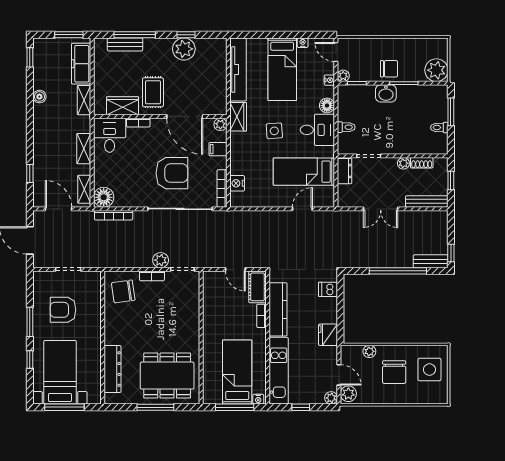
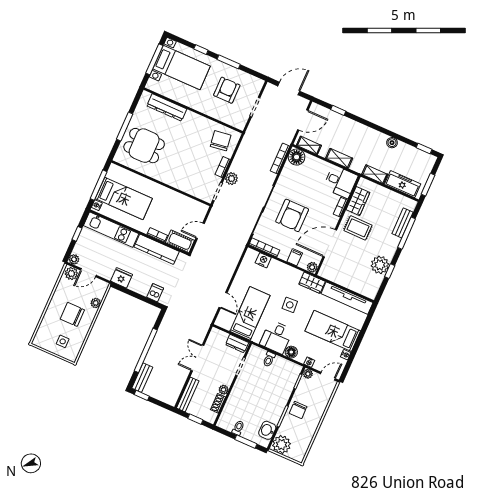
washbasin: (386, 93) -> (267, 430), moved
side table: (429, 370) -> (63, 341), width x0.54, depth x0.54
dining table: (167, 376) -> (144, 146), width x0.73

